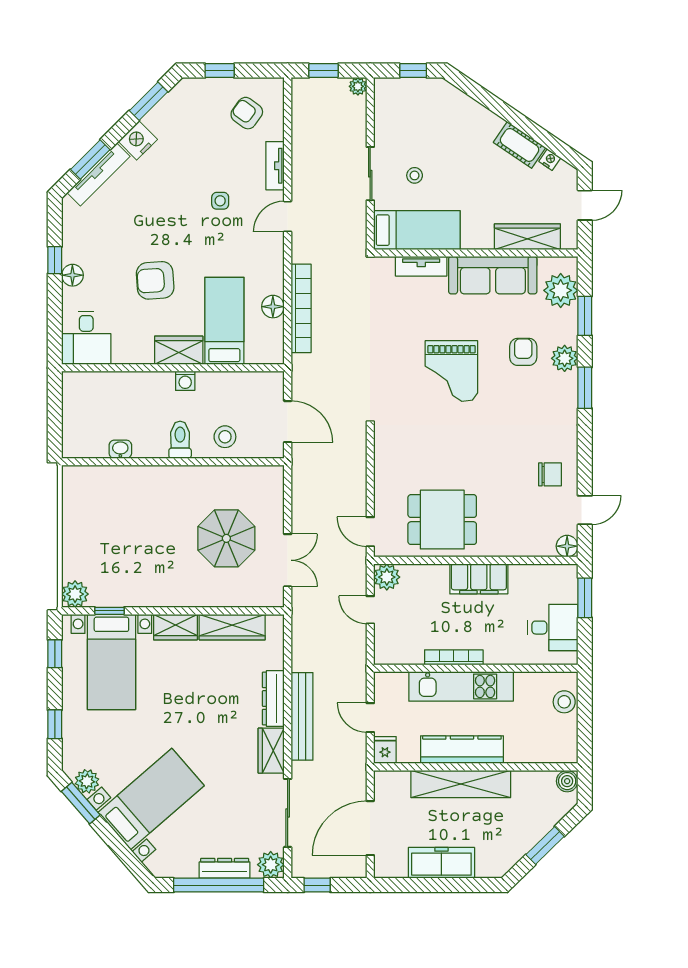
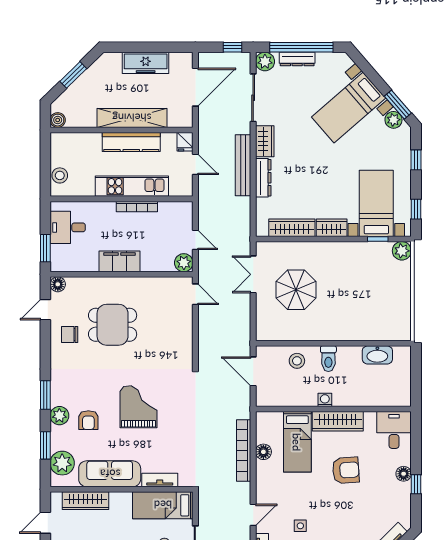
wardrobe: (179, 350) -> (338, 421), width x1.50
washbasin: (120, 449) -> (377, 355), width x1.91, depth x1.45
dining table: (442, 520) -> (113, 325), moved

